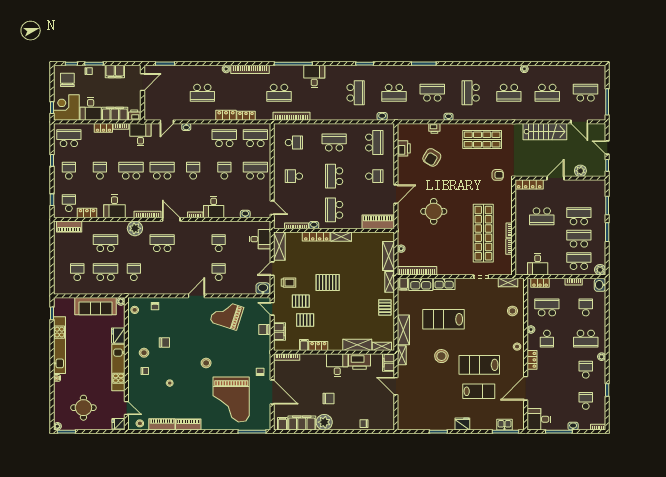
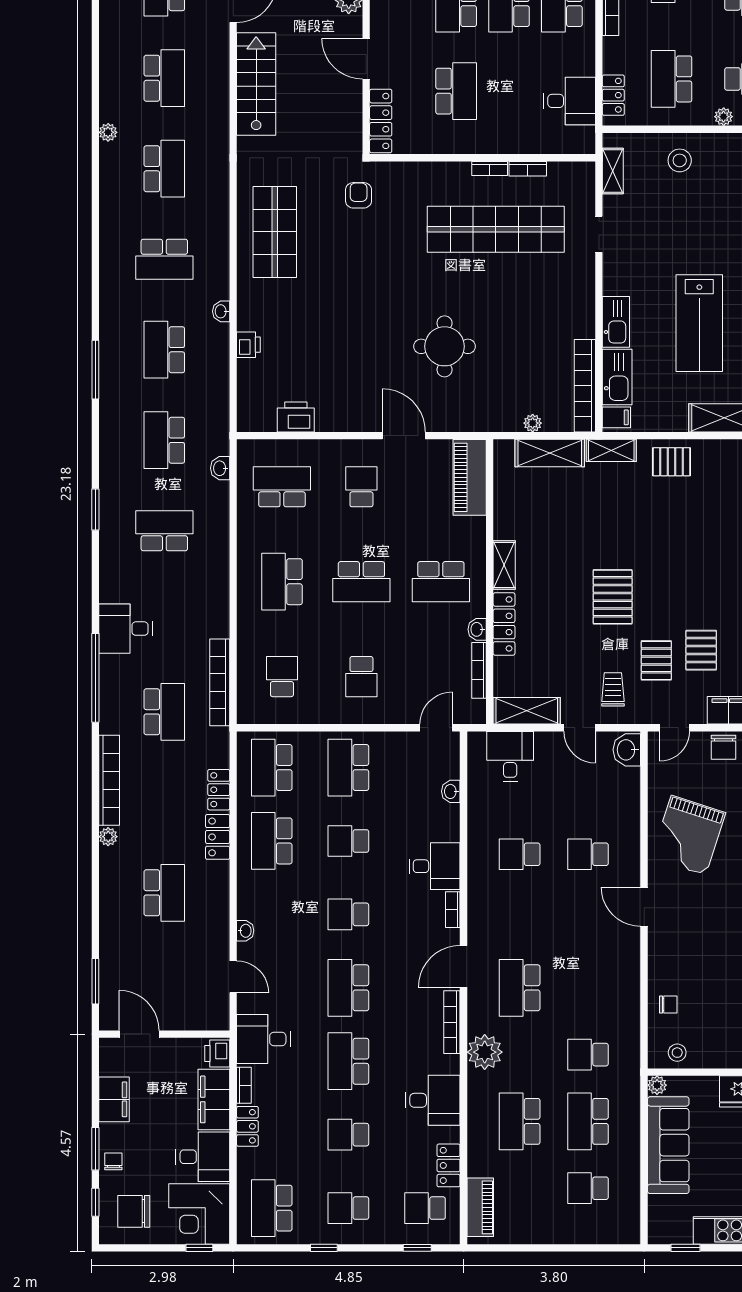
school desk: (394, 93) -> (164, 440), turned 180
armchair: (432, 157) -> (317, 351), removed

